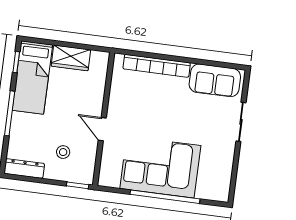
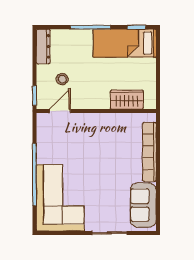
wardrobe: (71, 58) -> (127, 100), moved, turned 90
door: (102, 129) -> (60, 111), moved
corner sofa: (160, 167) -> (60, 198), moved

